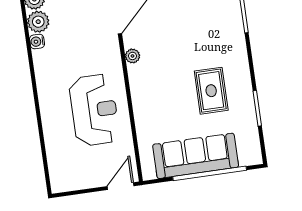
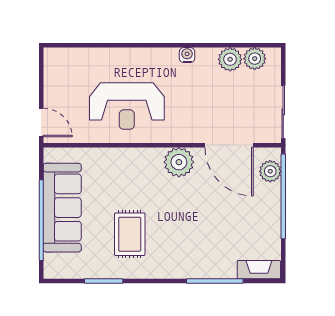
water cooler: (37, 42) -> (187, 55), moved
plant: (133, 56) -> (179, 162), width x1.88, depth x1.88
rug: (211, 91) -> (130, 234), turned 90

